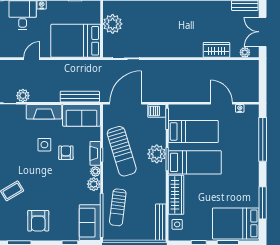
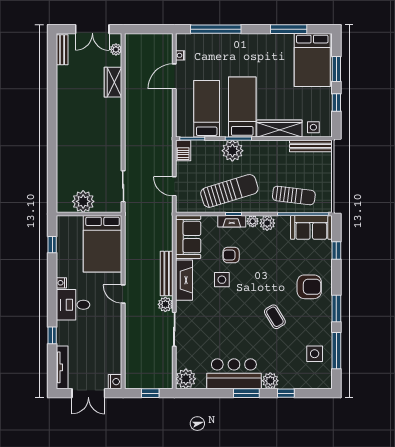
bench: (80, 97) -> (167, 273), moved
door: (126, 103) -> (174, 186), width x0.53

